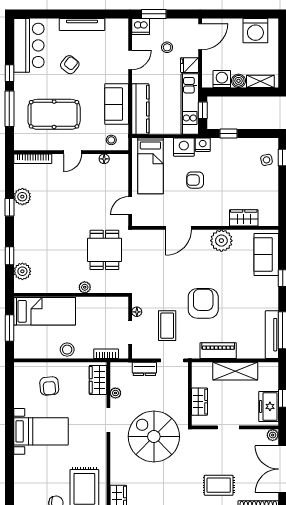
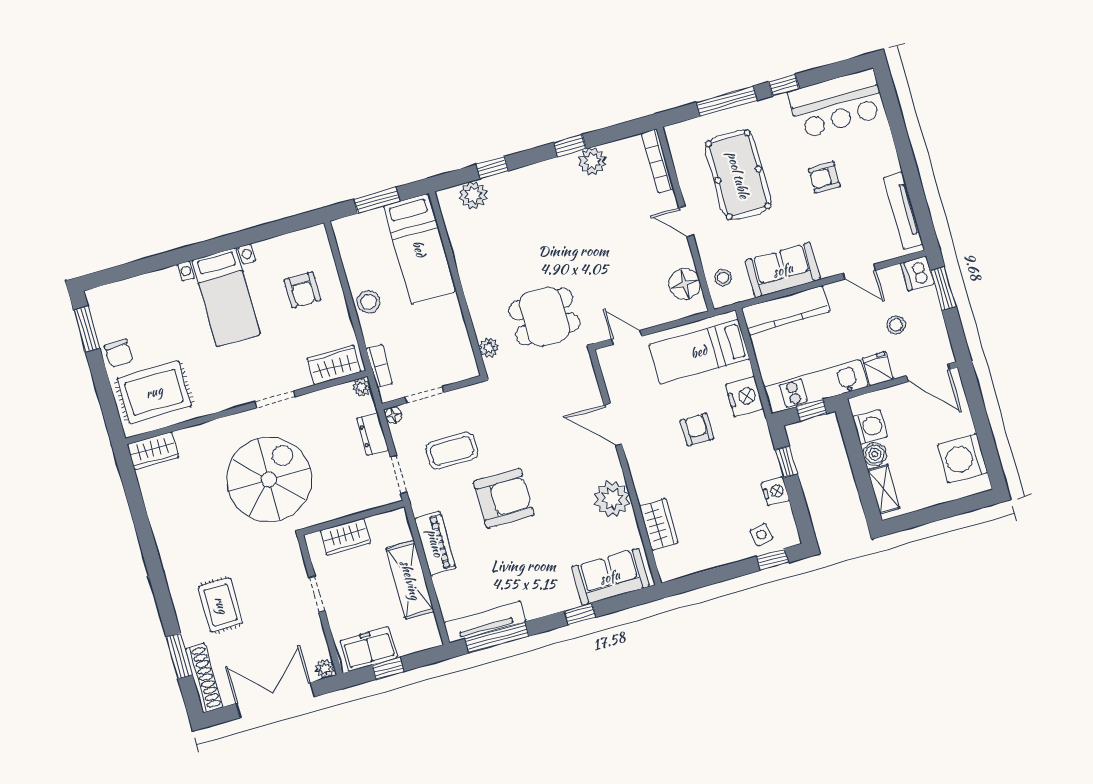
tv unit: (82, 24) -> (903, 211), moved
armchair: (70, 65) -> (824, 177), turned 141
nightstand: (203, 145) -> (775, 491), moved
floor lamp: (104, 159) -> (685, 284), width x1.89, depth x1.89
plant: (85, 287) -> (489, 348), moved
floor lamp: (137, 312) -> (393, 415), moved
armchair: (49, 386) -> (302, 290), turned -85
plant: (115, 393) -> (361, 387), moved

